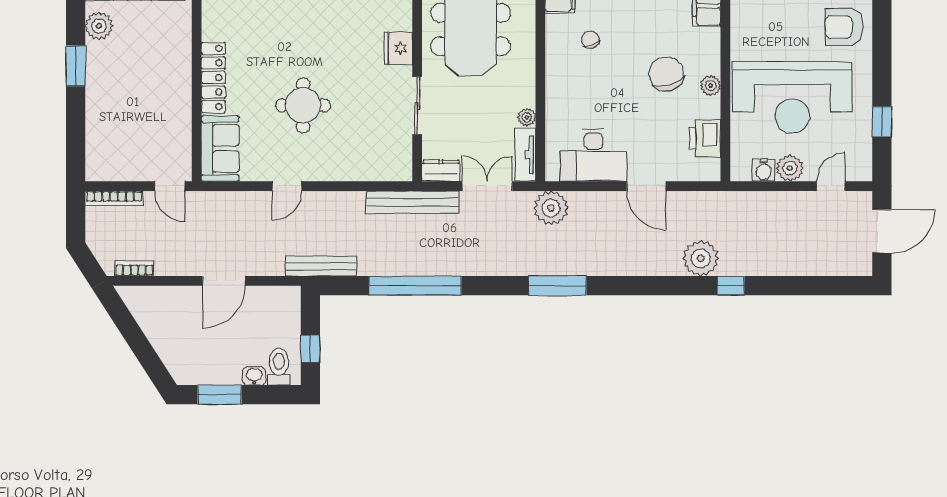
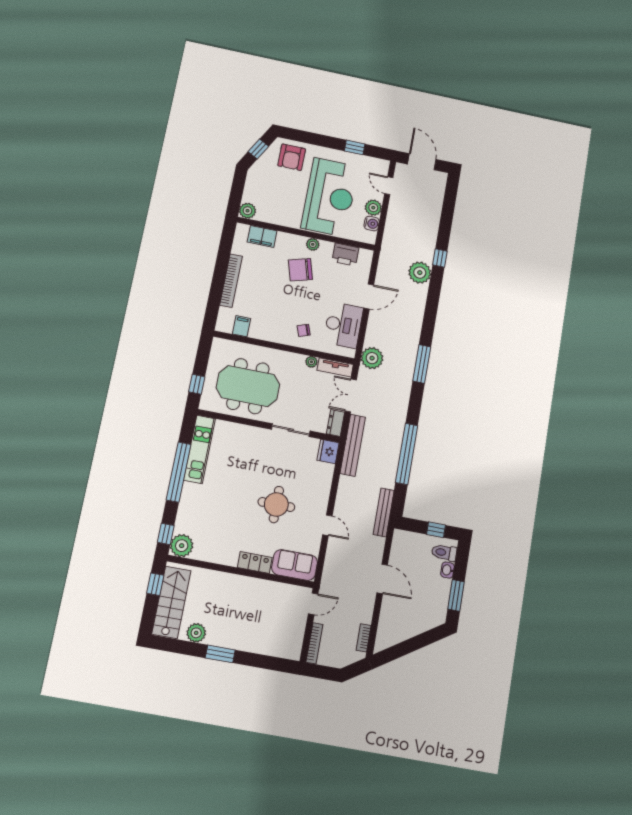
chair: (590, 40) -> (304, 330), moved
fridge: (398, 48) -> (328, 452), moved, turned 90
locker: (213, 77) -> (255, 562), width x0.66

